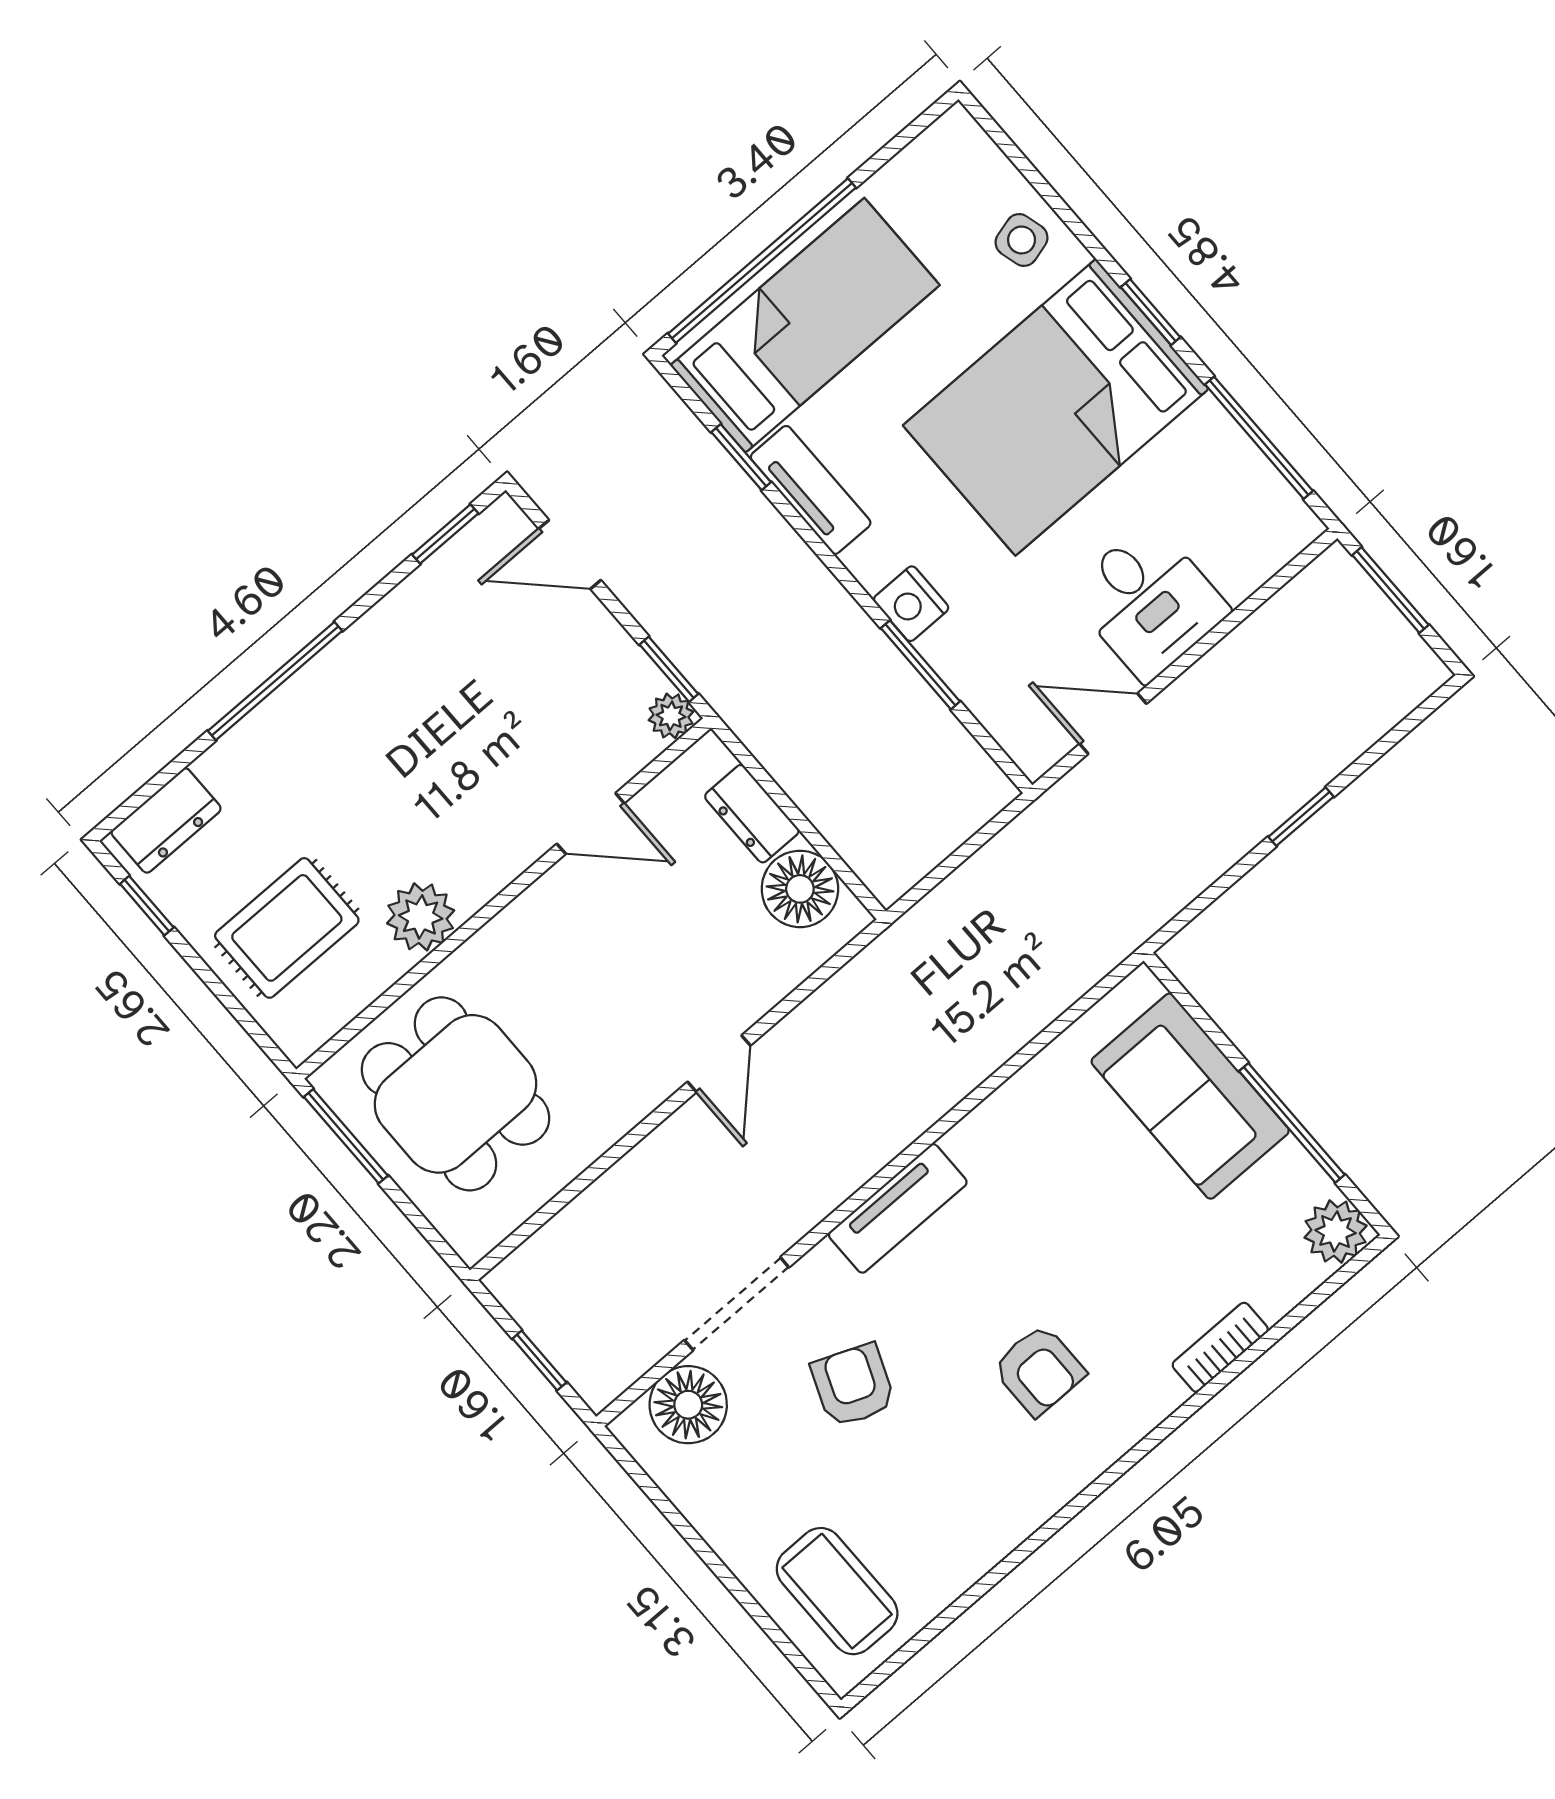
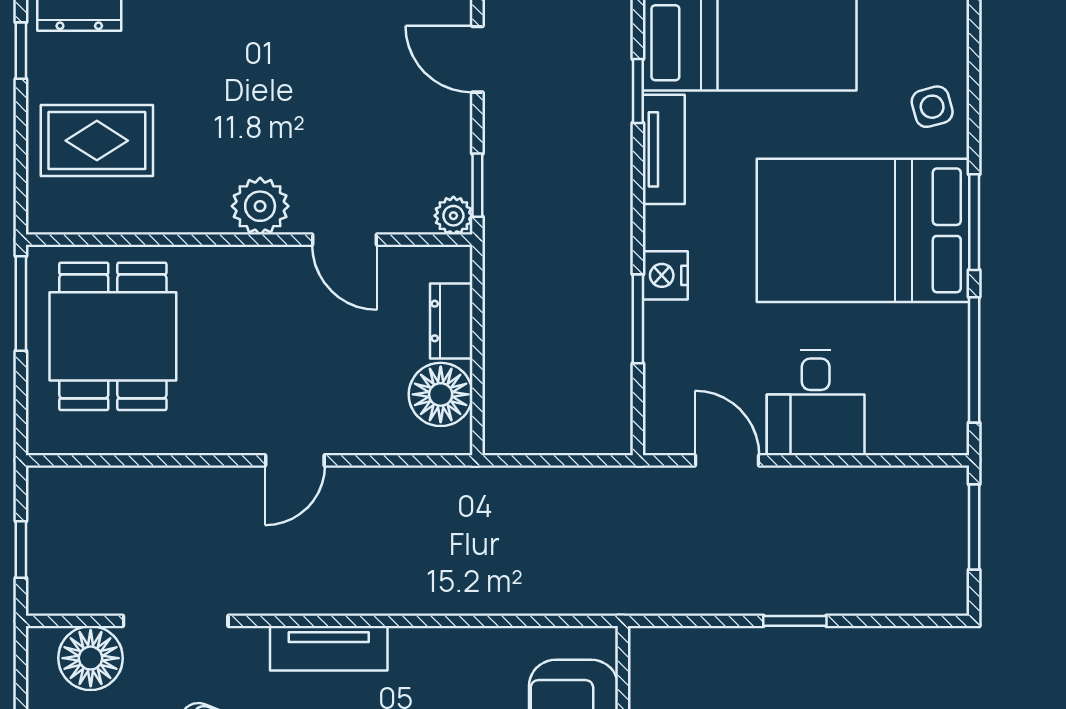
window: (1151, 312) -> (974, 222), width x1.50
plant: (421, 917) -> (260, 206), moved

